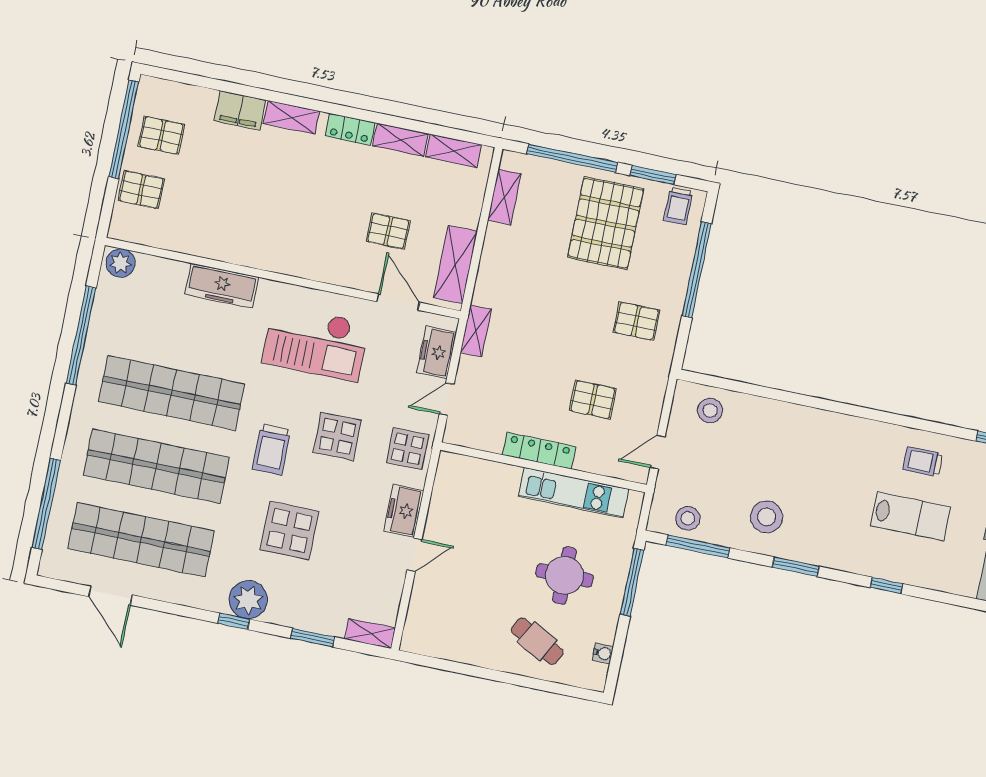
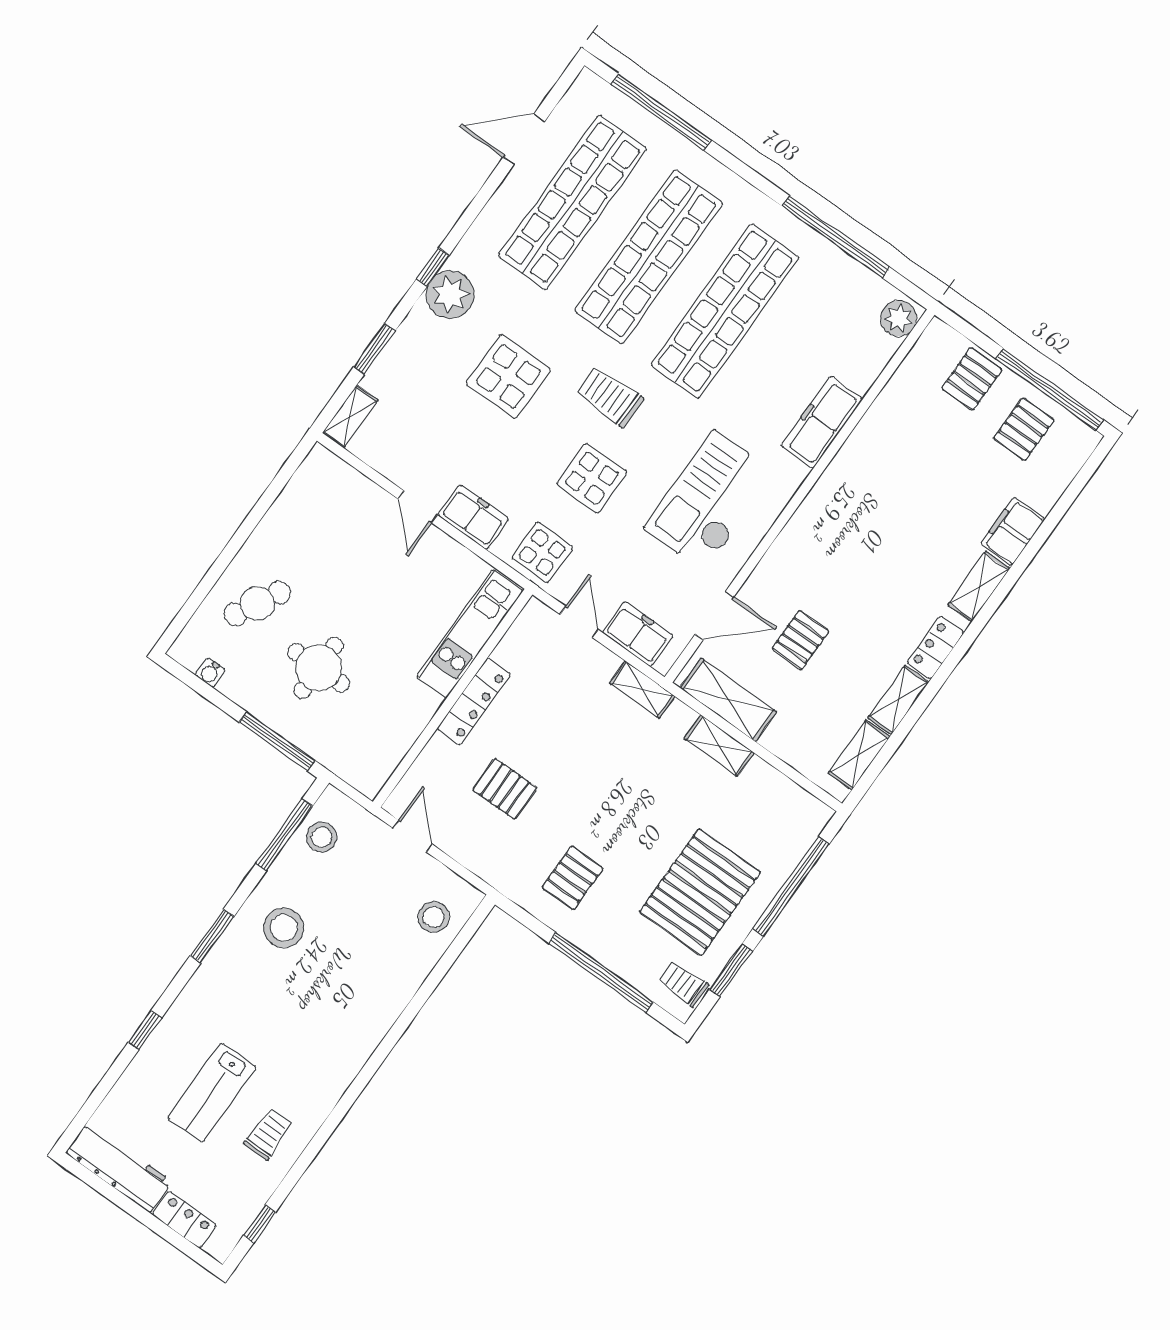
shelving: (504, 197) -> (719, 746), moved
pallet: (606, 223) -> (700, 892), turned 90
pallet: (593, 400) -> (505, 789), turned 90
kitchen unit: (574, 493) -> (470, 634), moved

